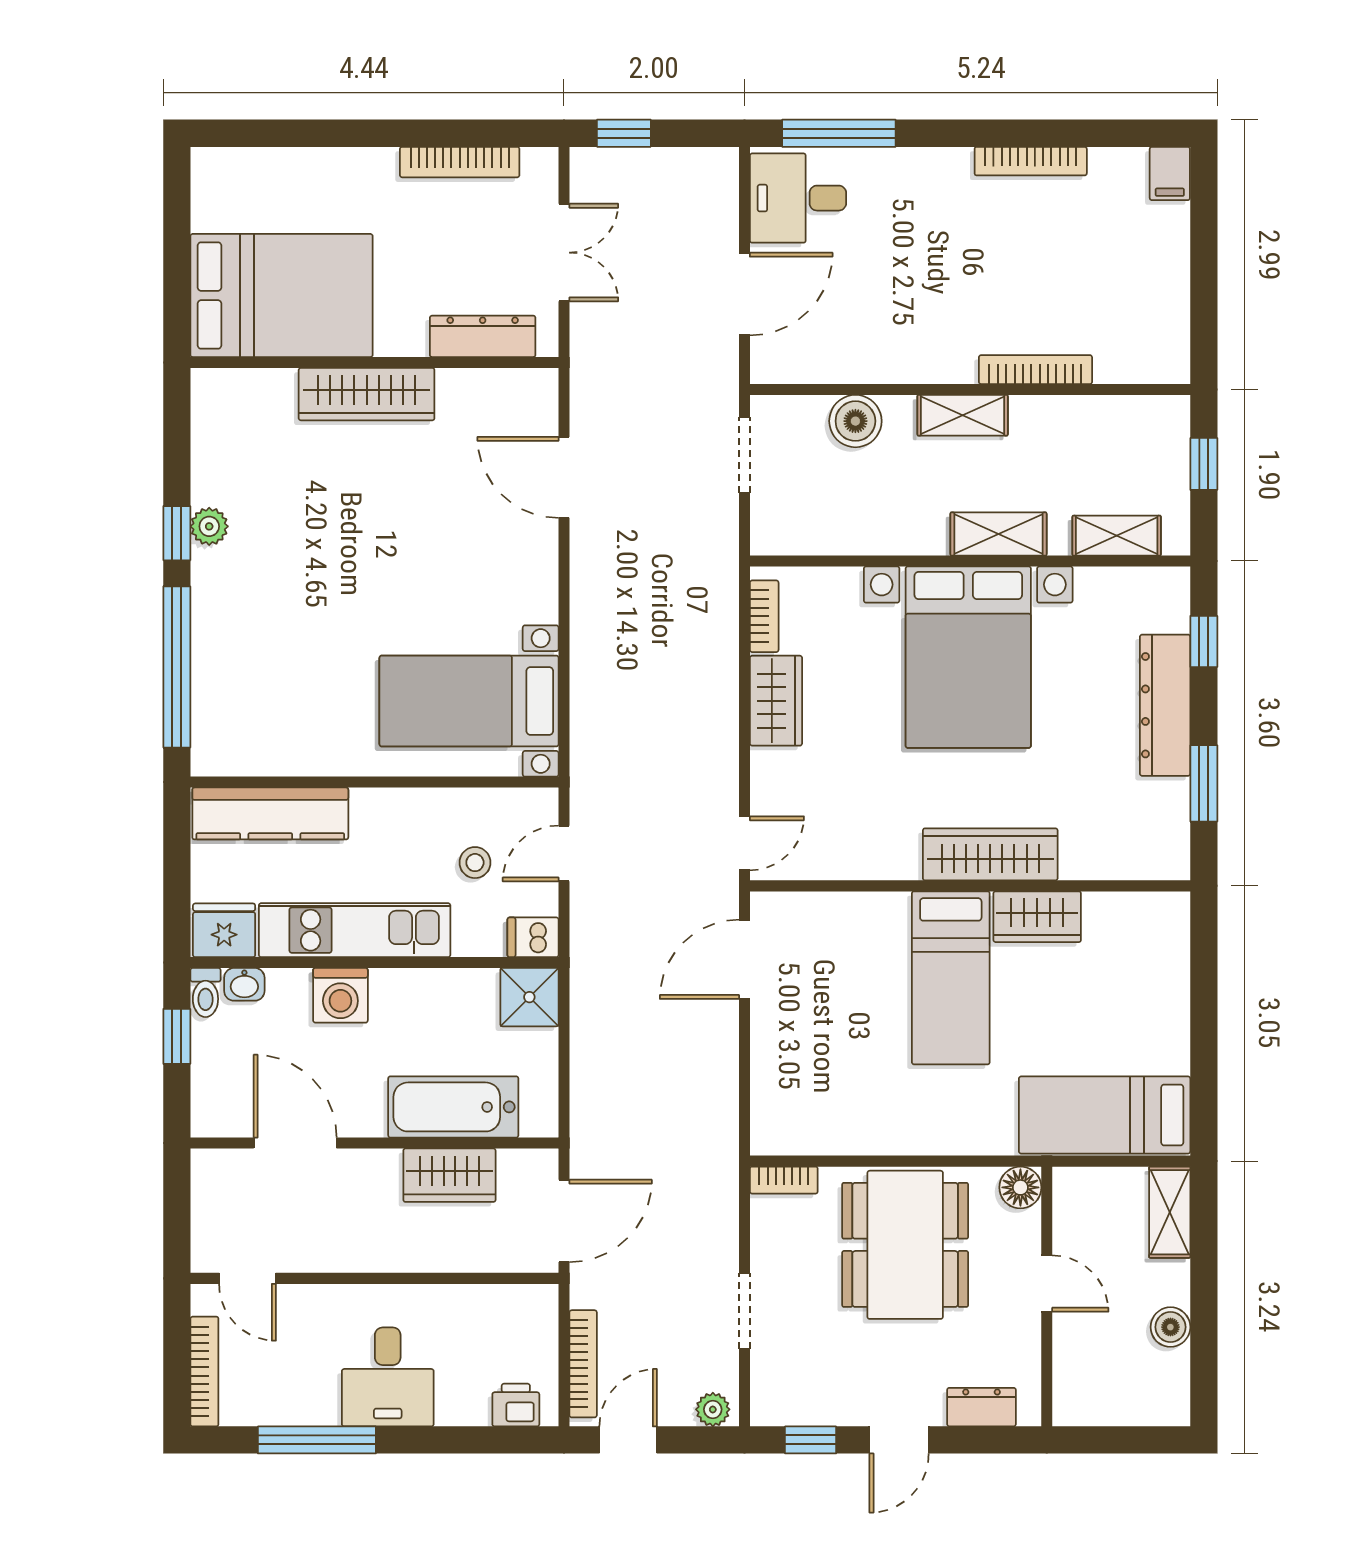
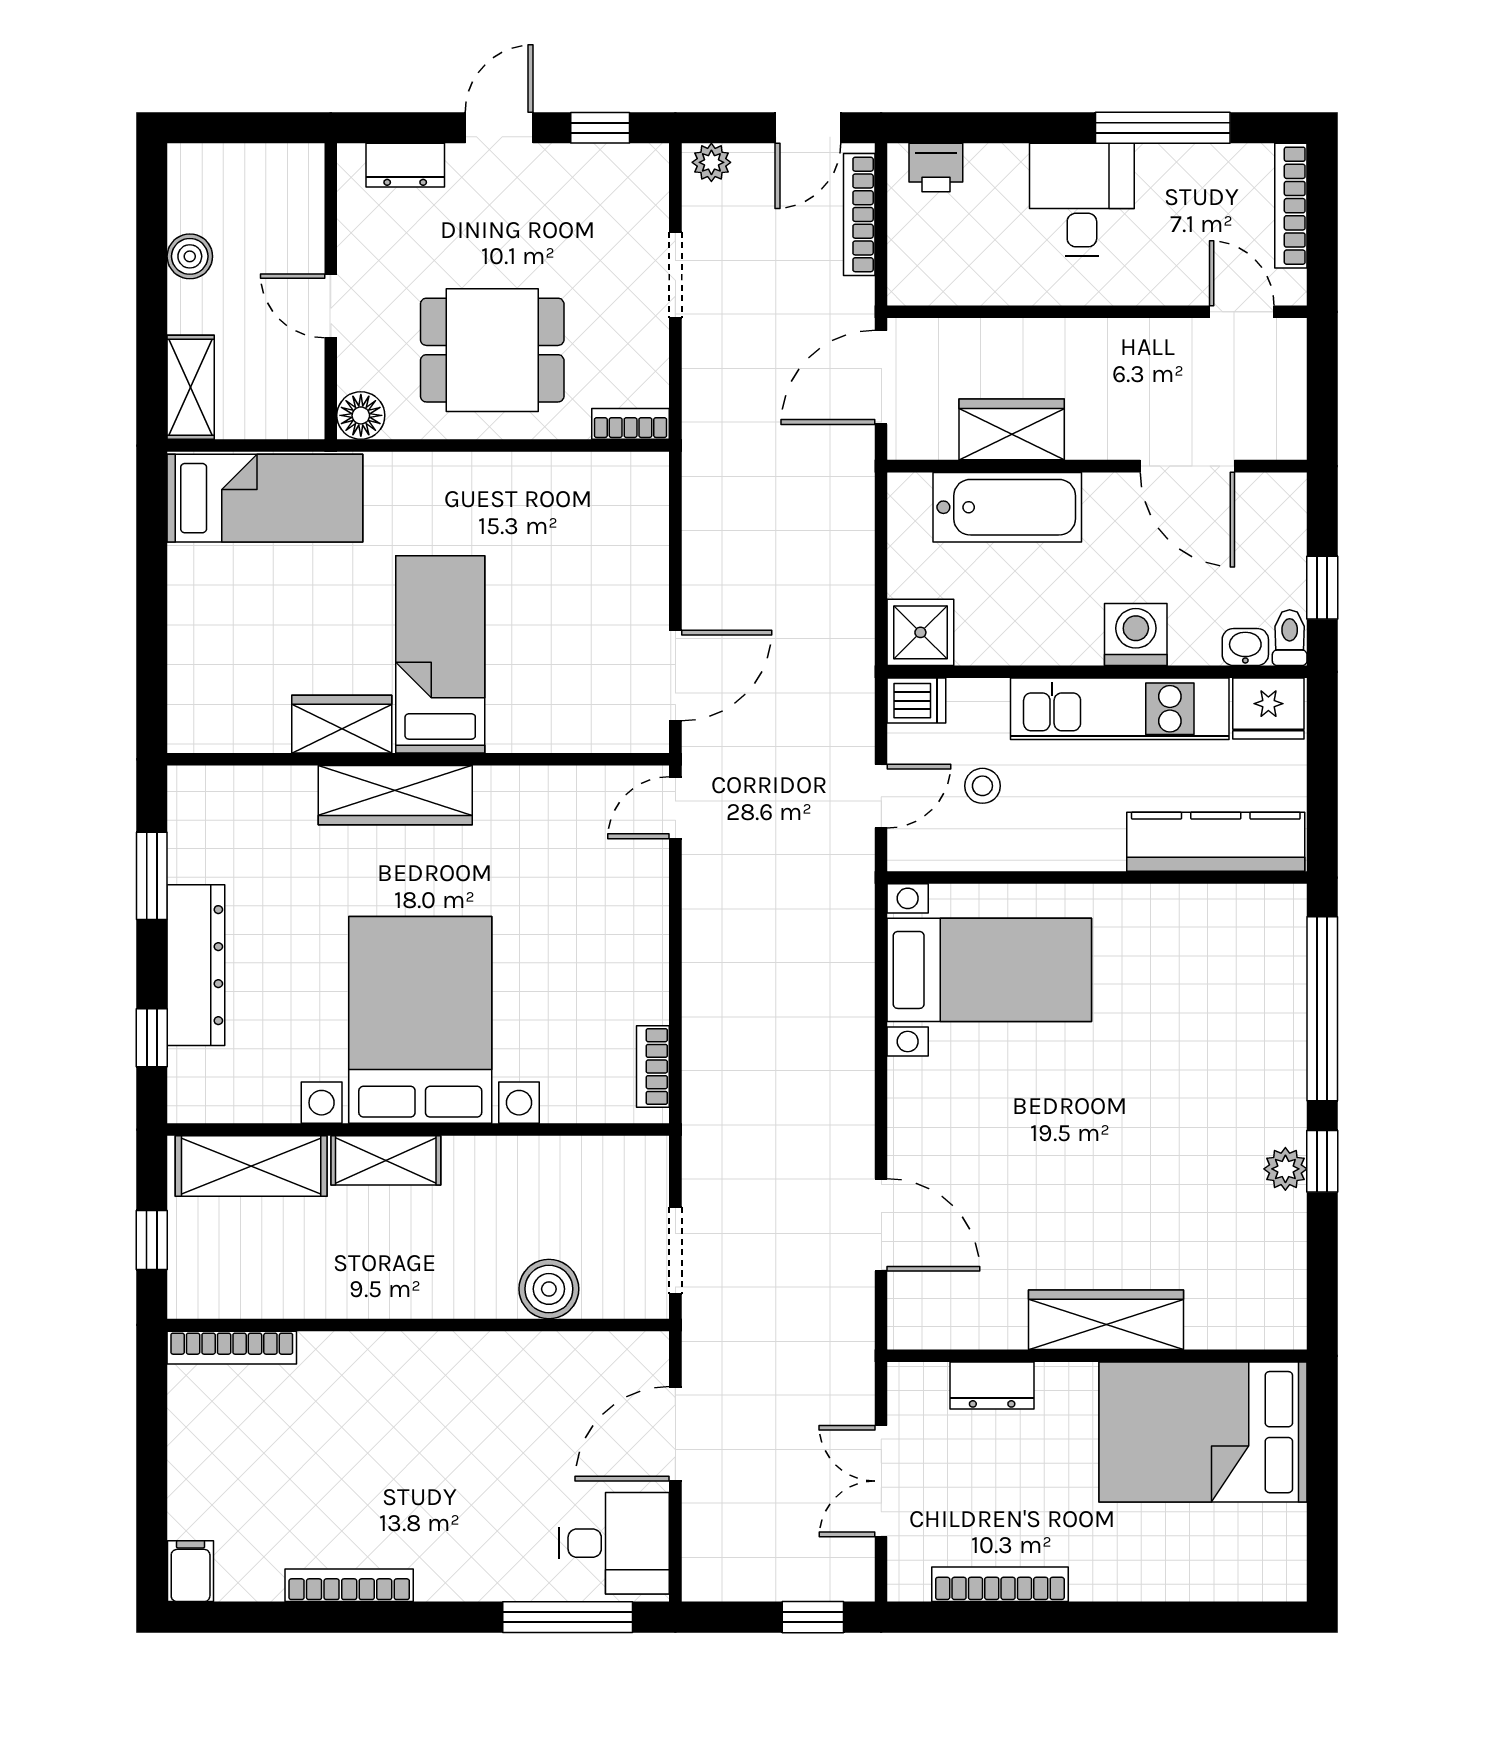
dresser: (483, 336) -> (992, 1386), width x0.70
bookcase: (1035, 370) -> (232, 1348), moved
shelving: (963, 415) -> (427, 1296), removed
shelving: (1117, 536) -> (251, 1166), width x1.50, depth x1.33
wardrobe: (776, 701) -> (639, 970), removed
dining table: (905, 1245) -> (492, 350), width x0.73

